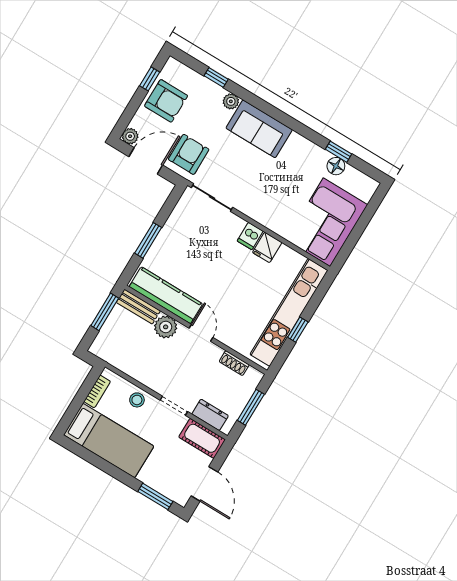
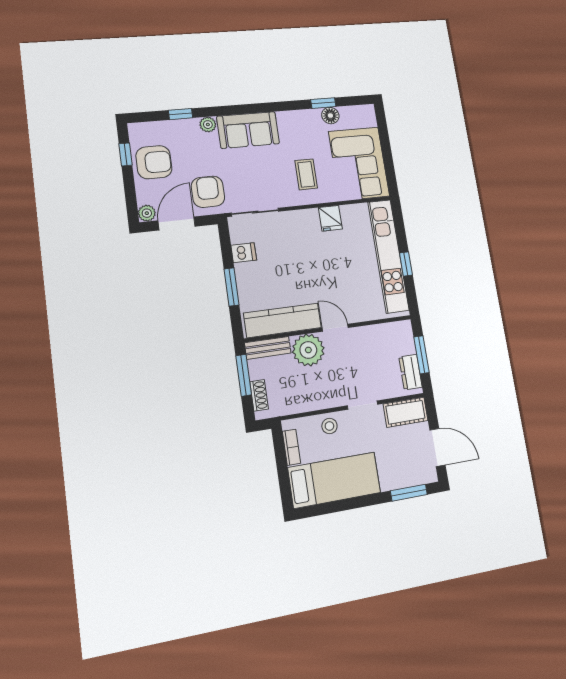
coffee table: (277, 198) -> (306, 174), added
dishwasher: (250, 236) -> (244, 253), moved, turned -90
plant: (166, 327) -> (308, 350), width x1.36, depth x1.36
shoe rack: (234, 363) -> (259, 395), moved, turned -90
dresser: (210, 415) -> (411, 372), moved, turned -90

